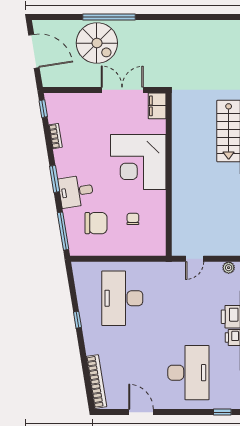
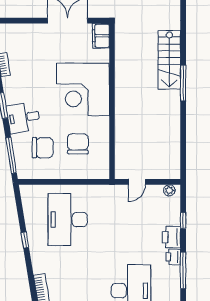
chair: (133, 219) -> (78, 144), width x1.87, depth x1.87

